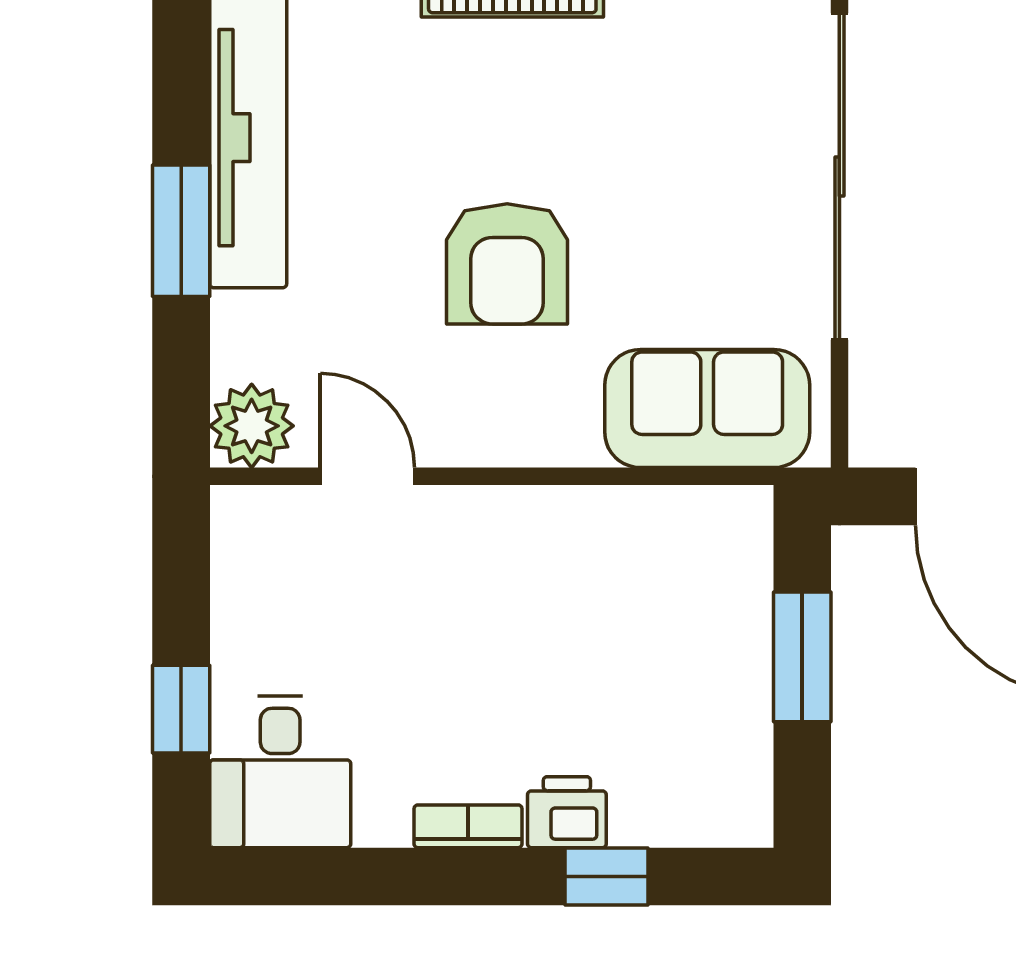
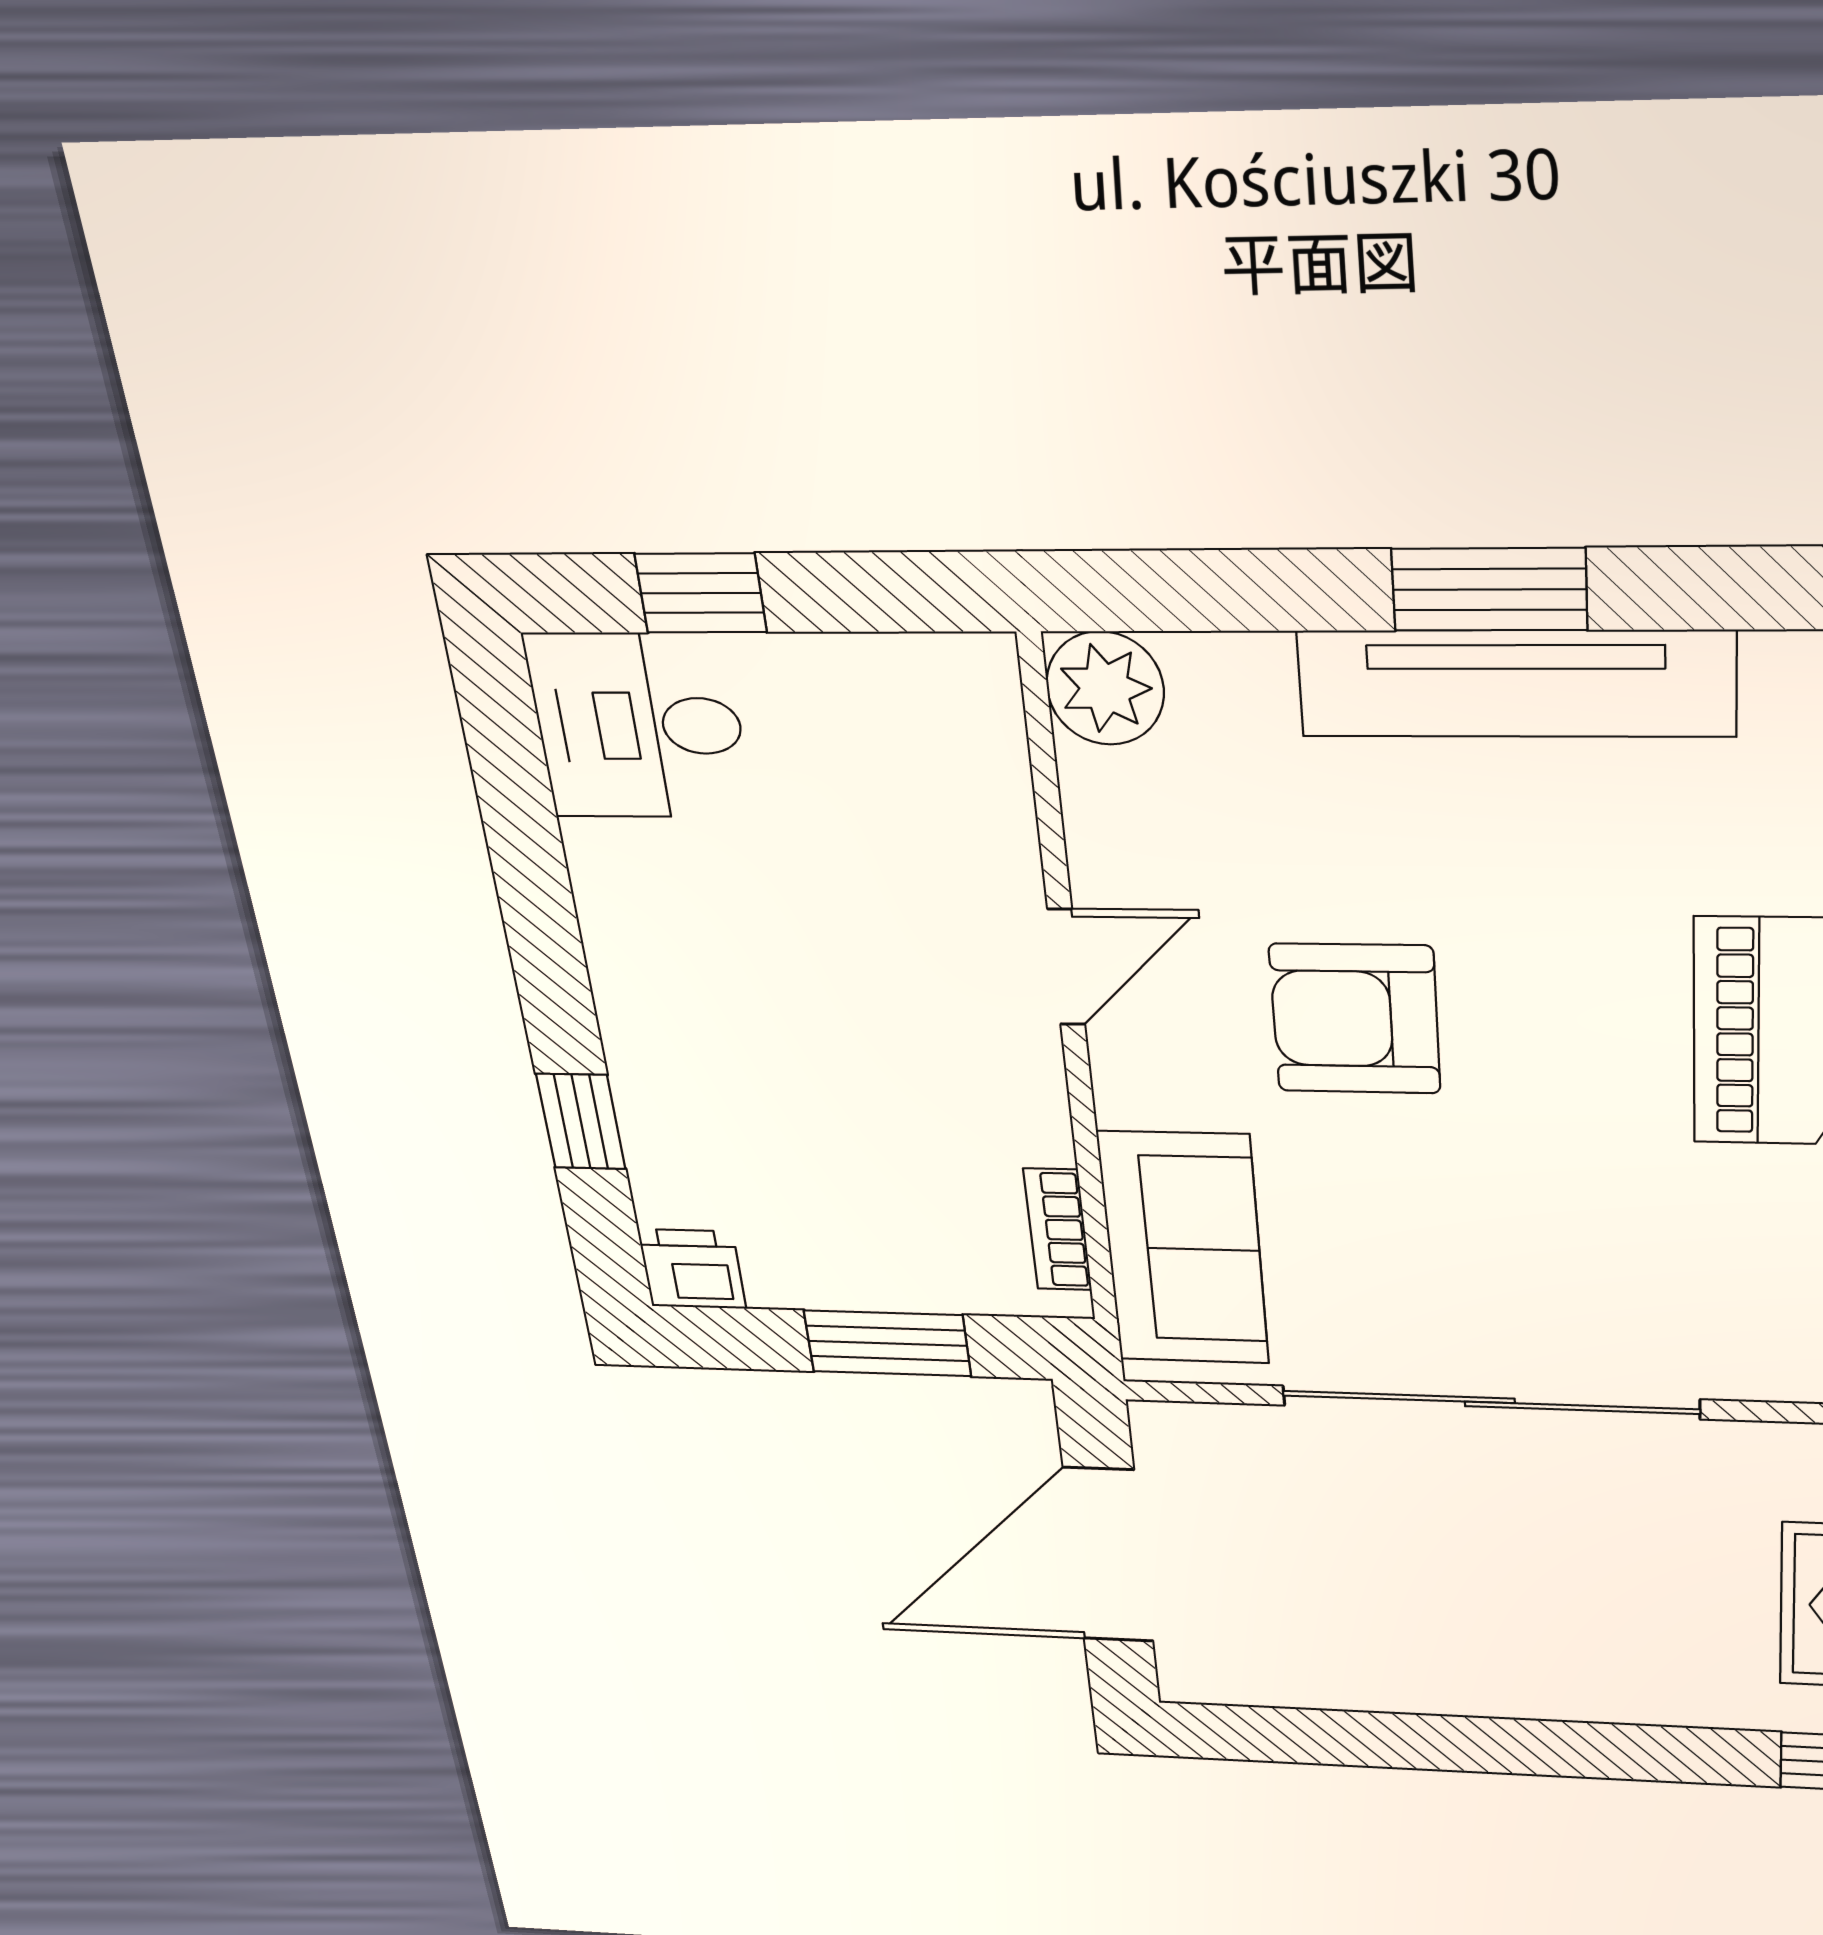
window: (181, 231) -> (1489, 589), moved
door: (367, 476) -> (1066, 967), moved
printer: (567, 812) -> (692, 1269), moved, turned -90
bookcase: (468, 826) -> (1058, 1230), moved, turned 180

